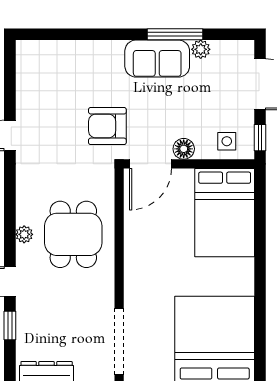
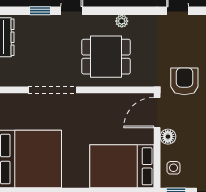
door: (150, 164) -> (157, 113), hinge flipped
plant: (24, 234) -> (122, 21), moved
doorway: (119, 342) -> (52, 90), moved

